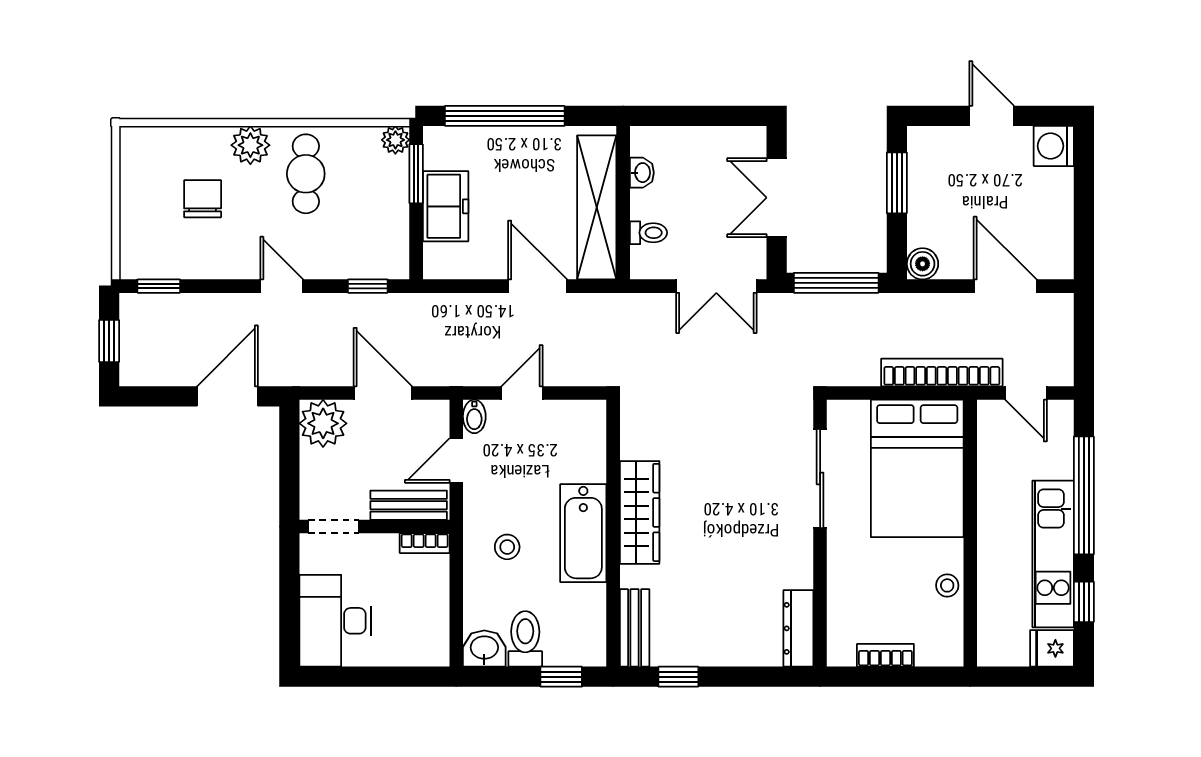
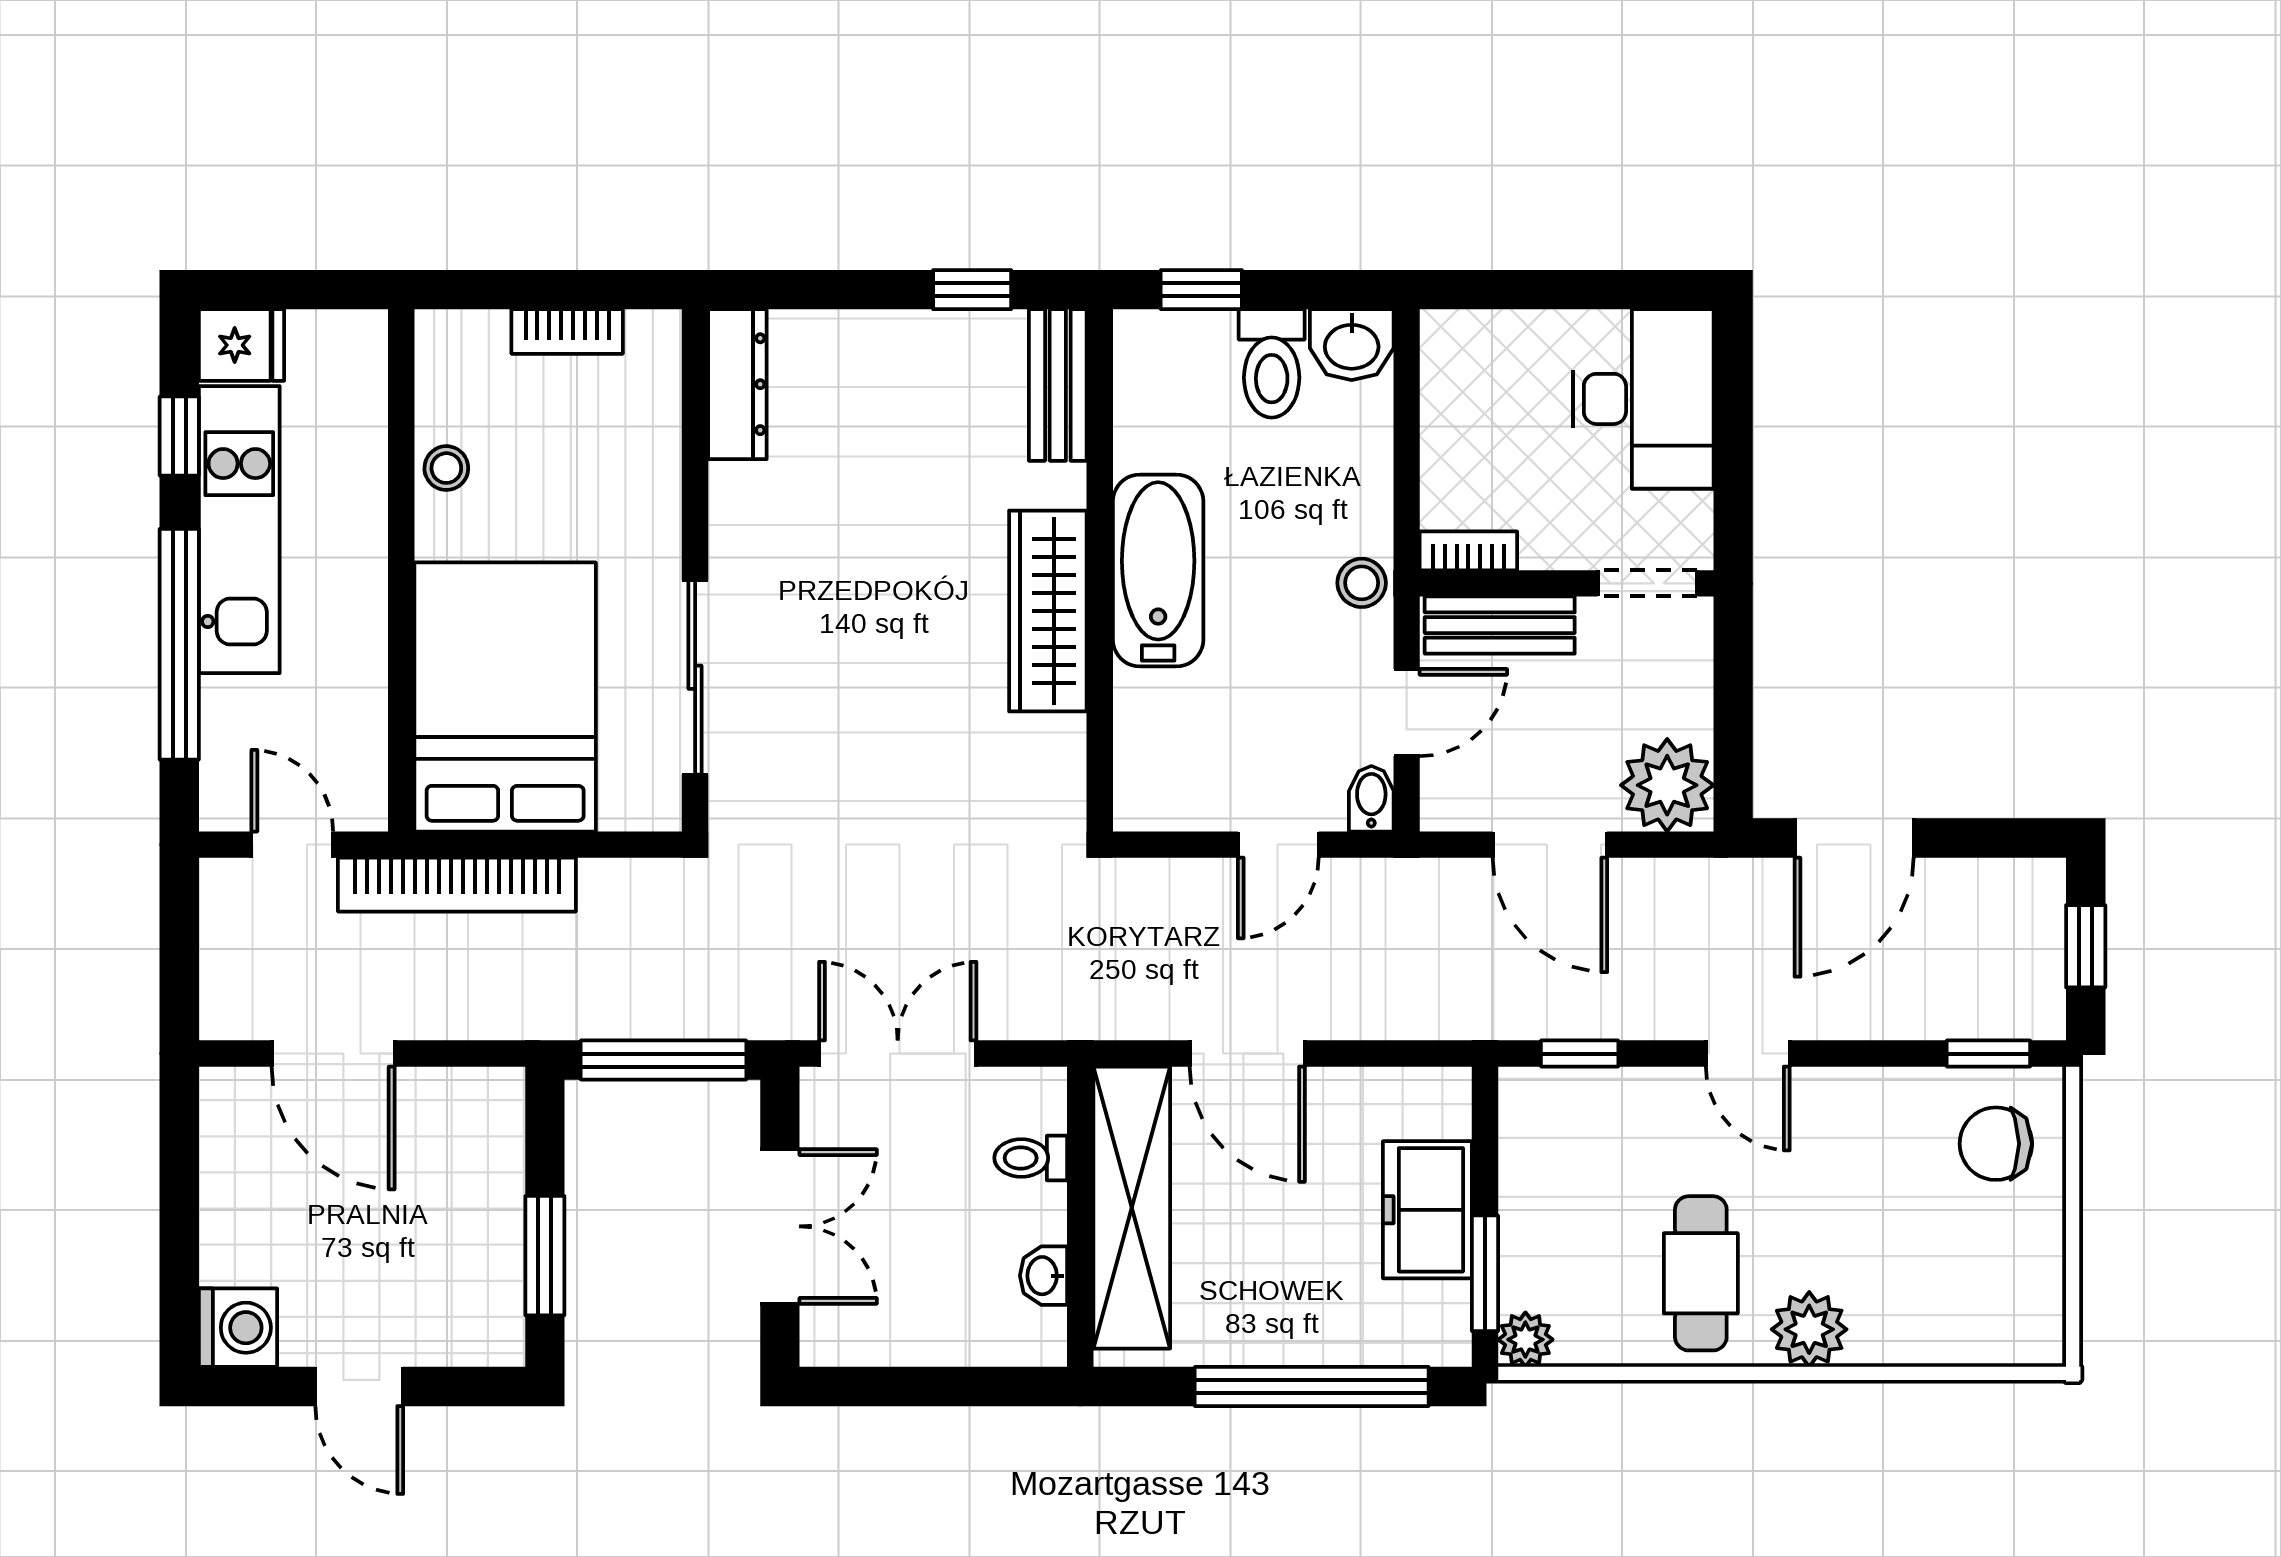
chair: (203, 199) -> (1996, 1144), moved, turned 90
boiler: (923, 264) -> (495, 1097), removed
stool: (507, 547) -> (1362, 583), moved

